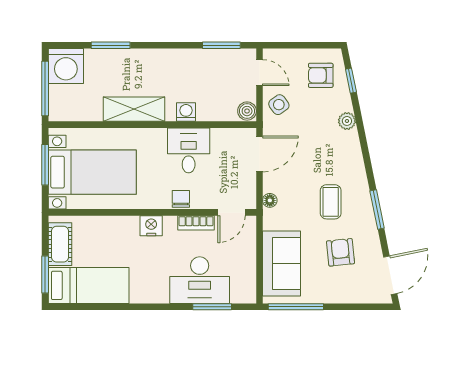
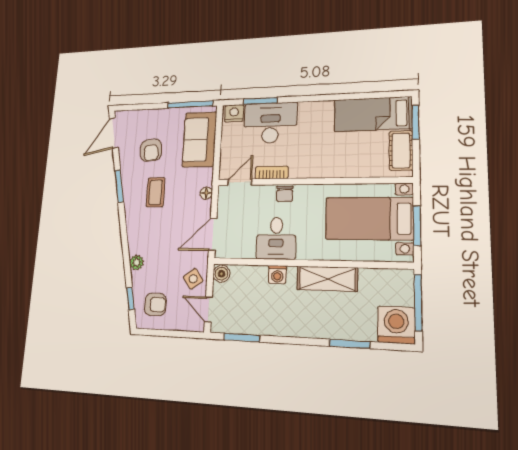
nightstand: (151, 226) -> (234, 113), moved, turned 180

